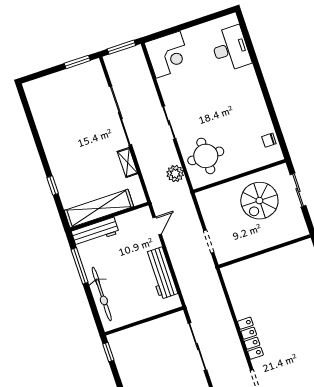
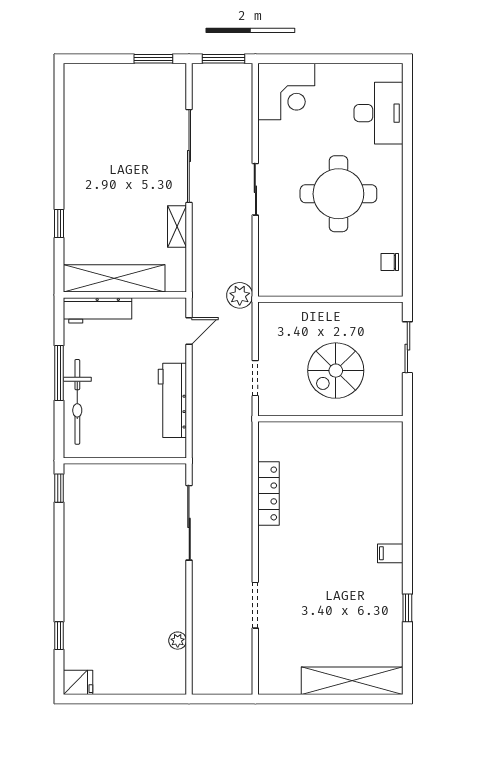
round table: (206, 156) -> (338, 194), moved, width x1.36, depth x1.36
plant: (175, 174) -> (240, 295), moved
spiral stairs: (259, 201) -> (336, 371), moved
window: (80, 266) -> (59, 373), moved
locker: (250, 338) -> (269, 493), moved

